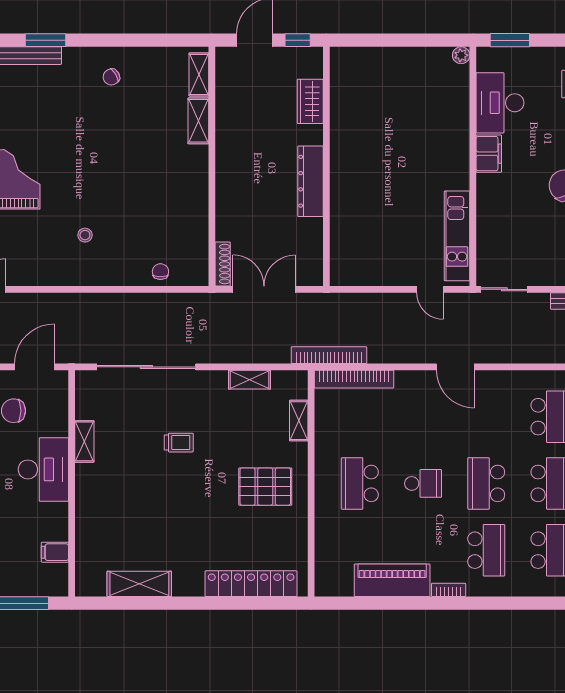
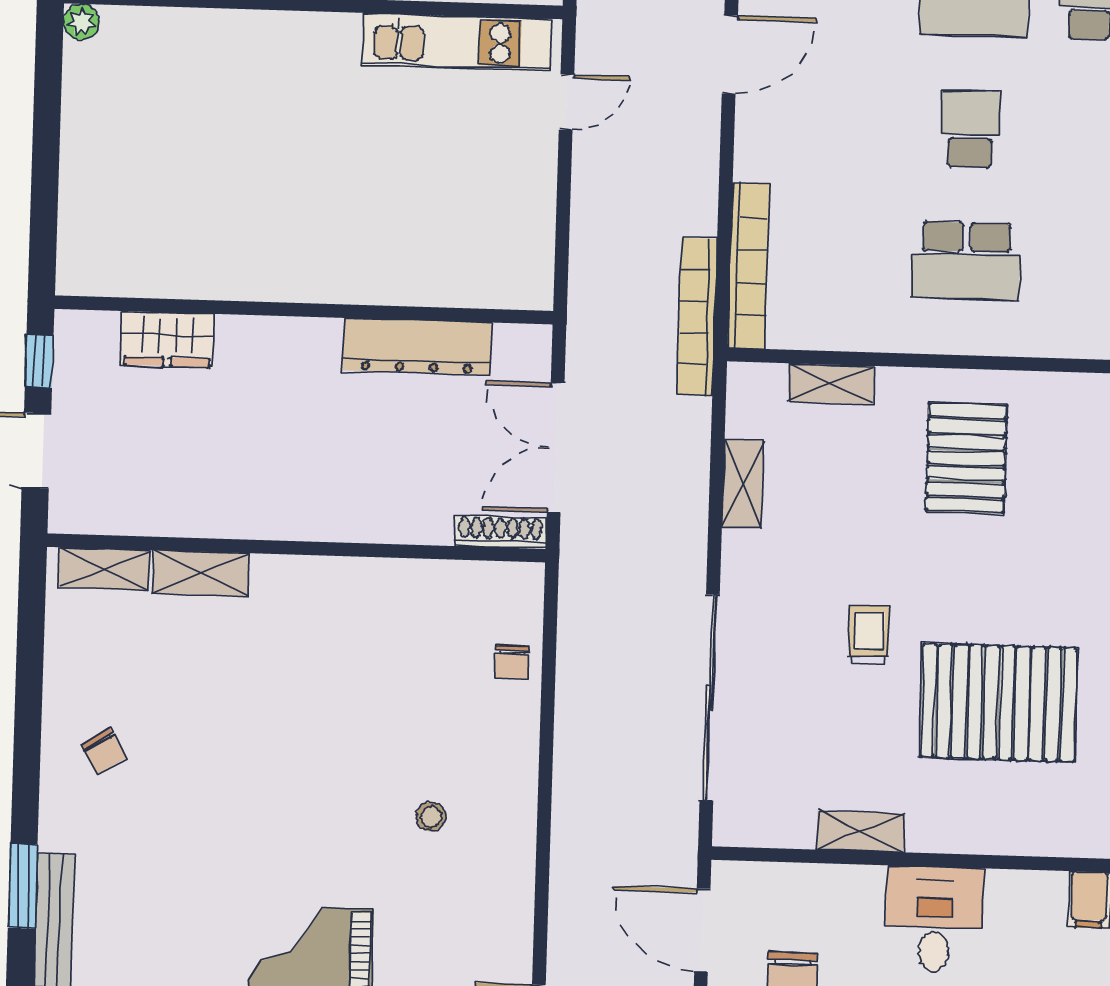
dresser: (310, 181) -> (417, 346), moved
chair: (160, 272) -> (512, 662), turned -90
desk: (43, 469) -> (934, 919), width x0.73
pallet: (148, 506) -> (999, 703), added

